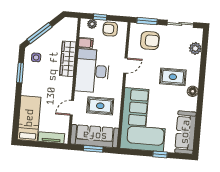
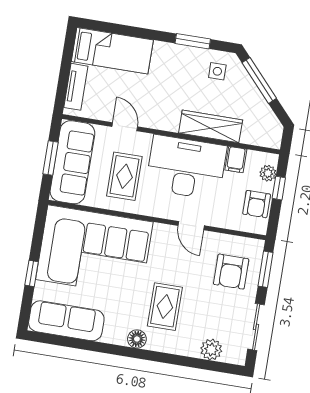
armchair: (110, 29) -> (257, 204), turned 180

